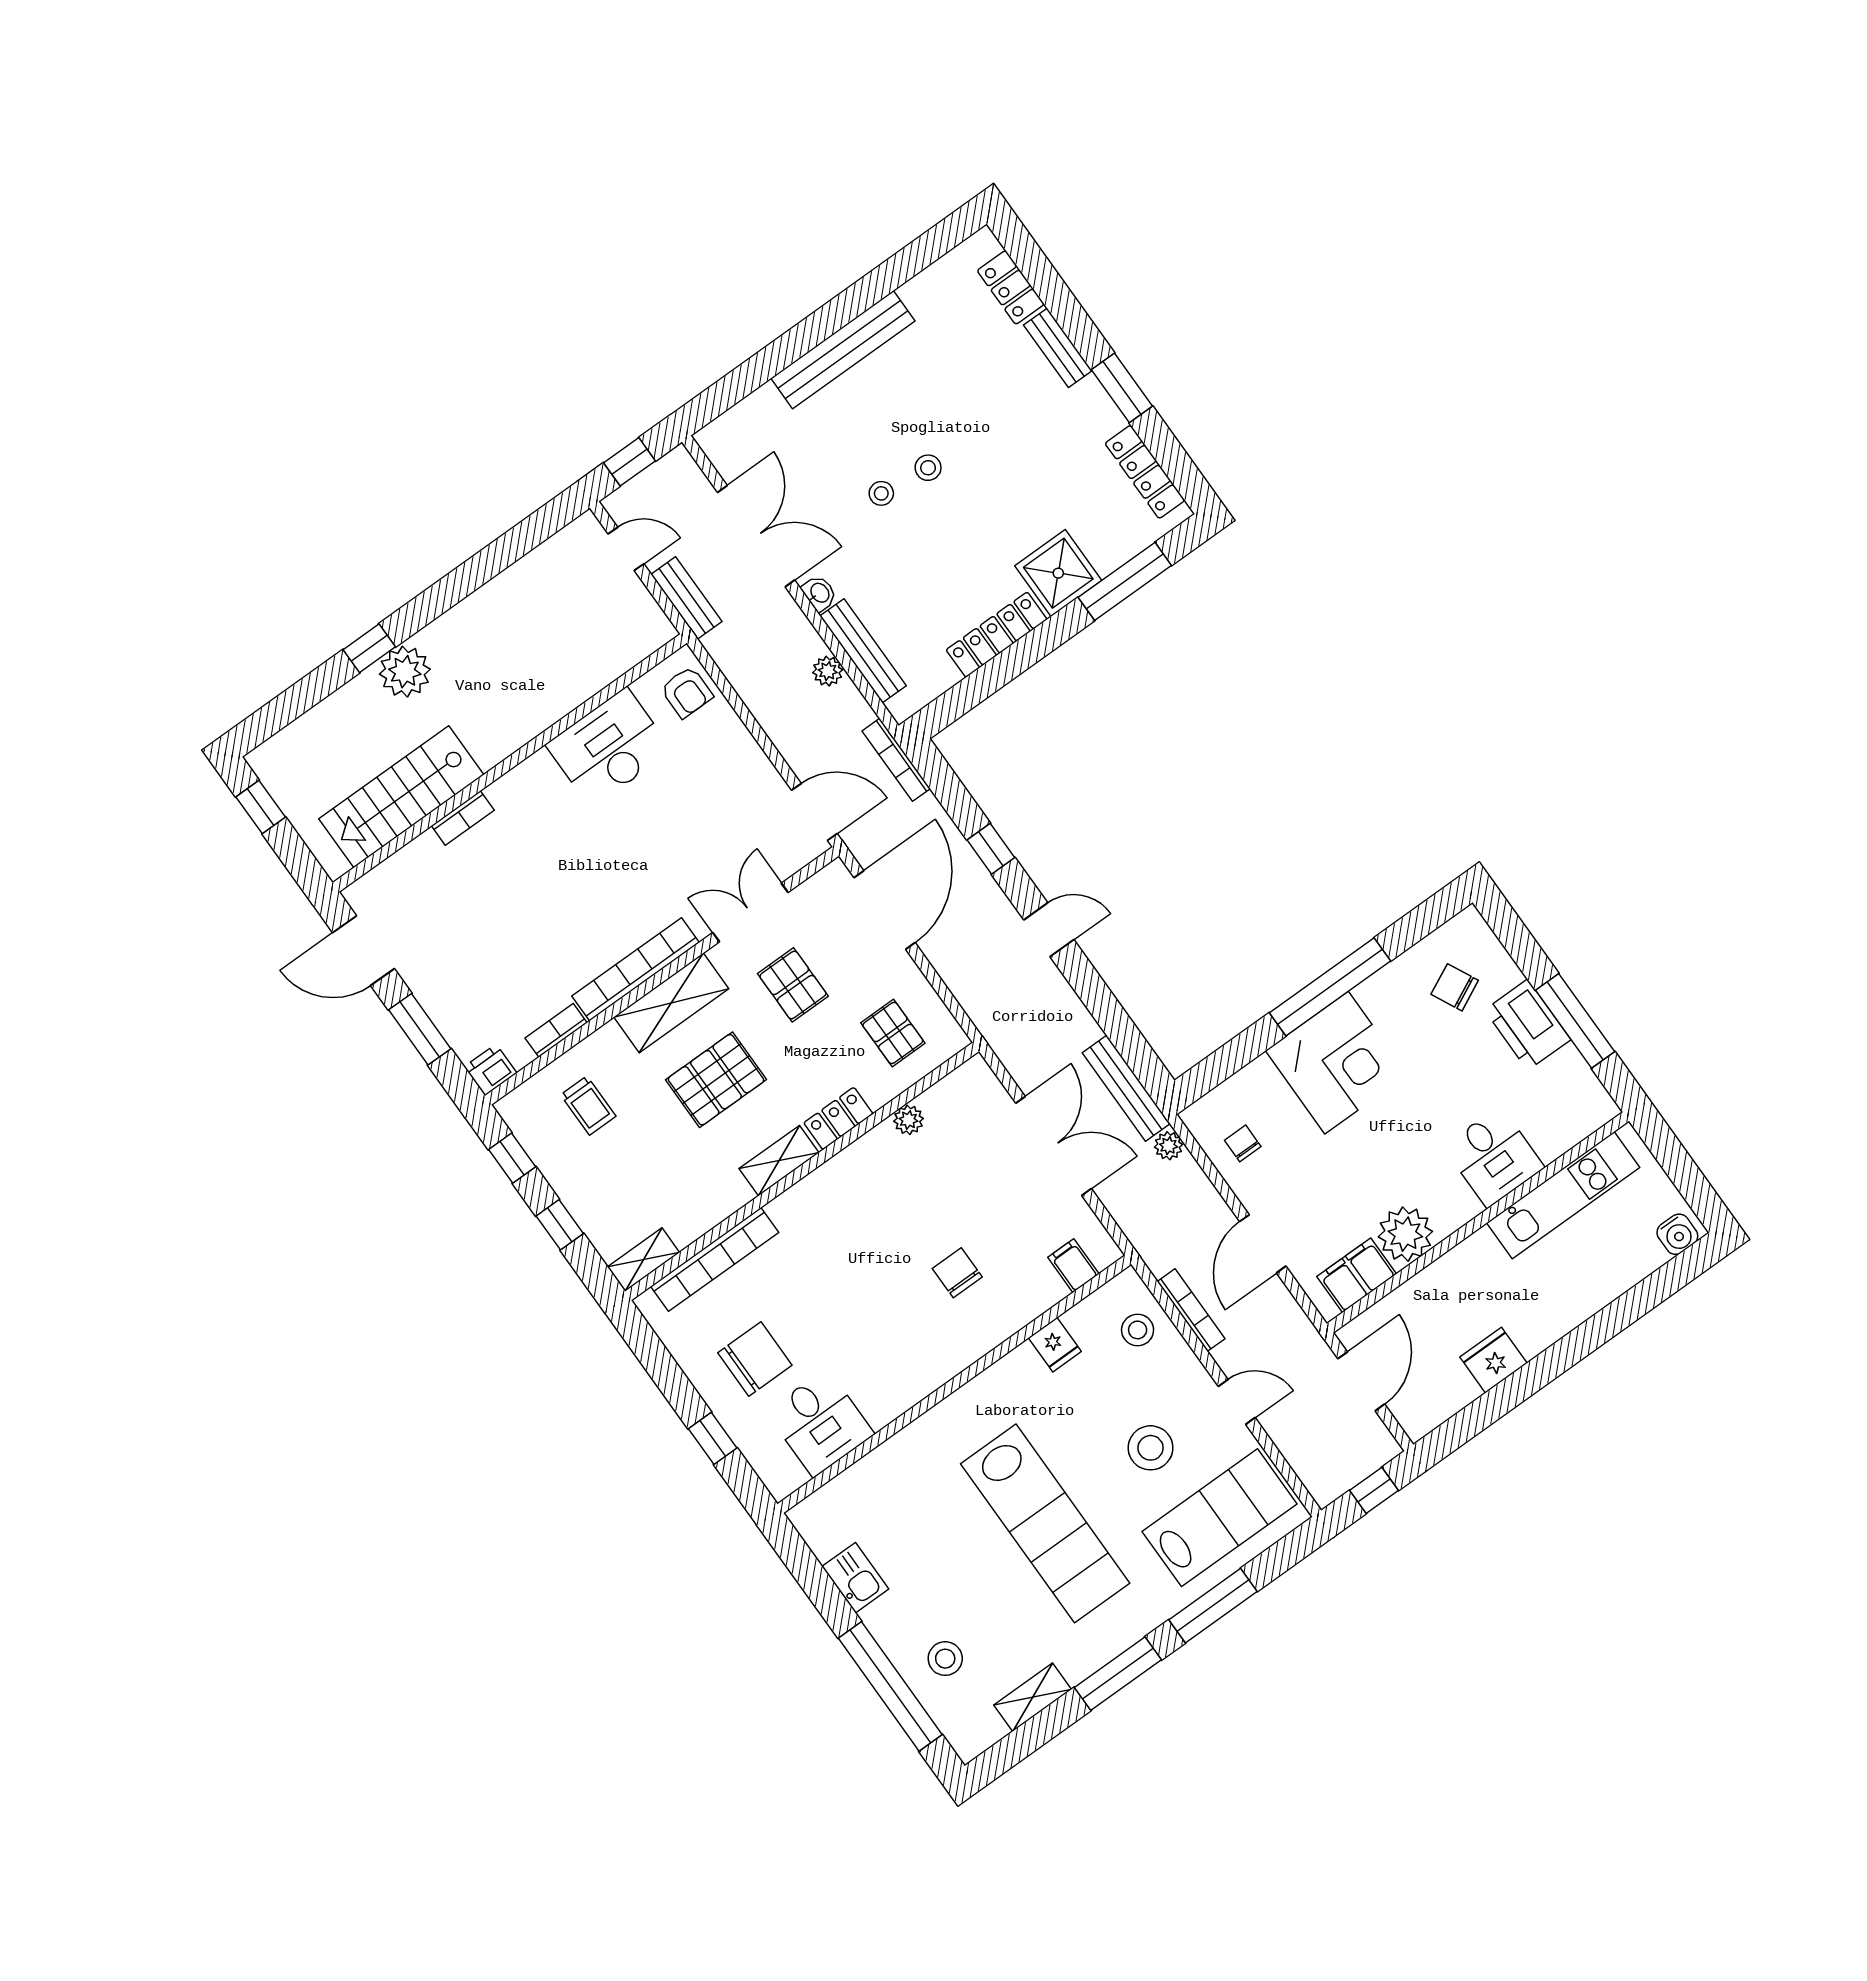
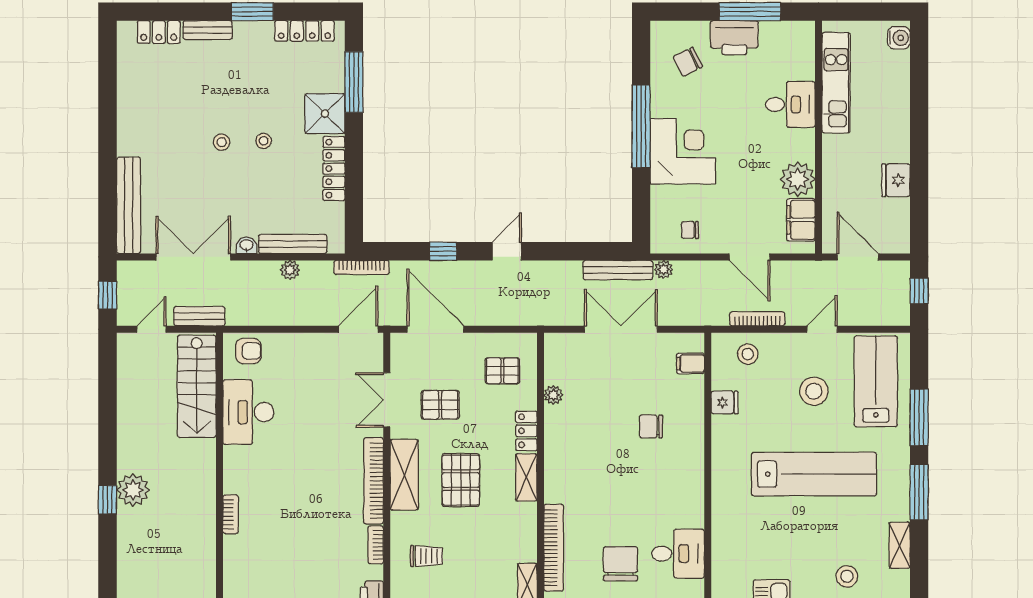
bench: (843, 350) -> (129, 205), moved
stool: (881, 493) -> (264, 141), moved
stairs: (401, 797) -> (197, 386), moved

